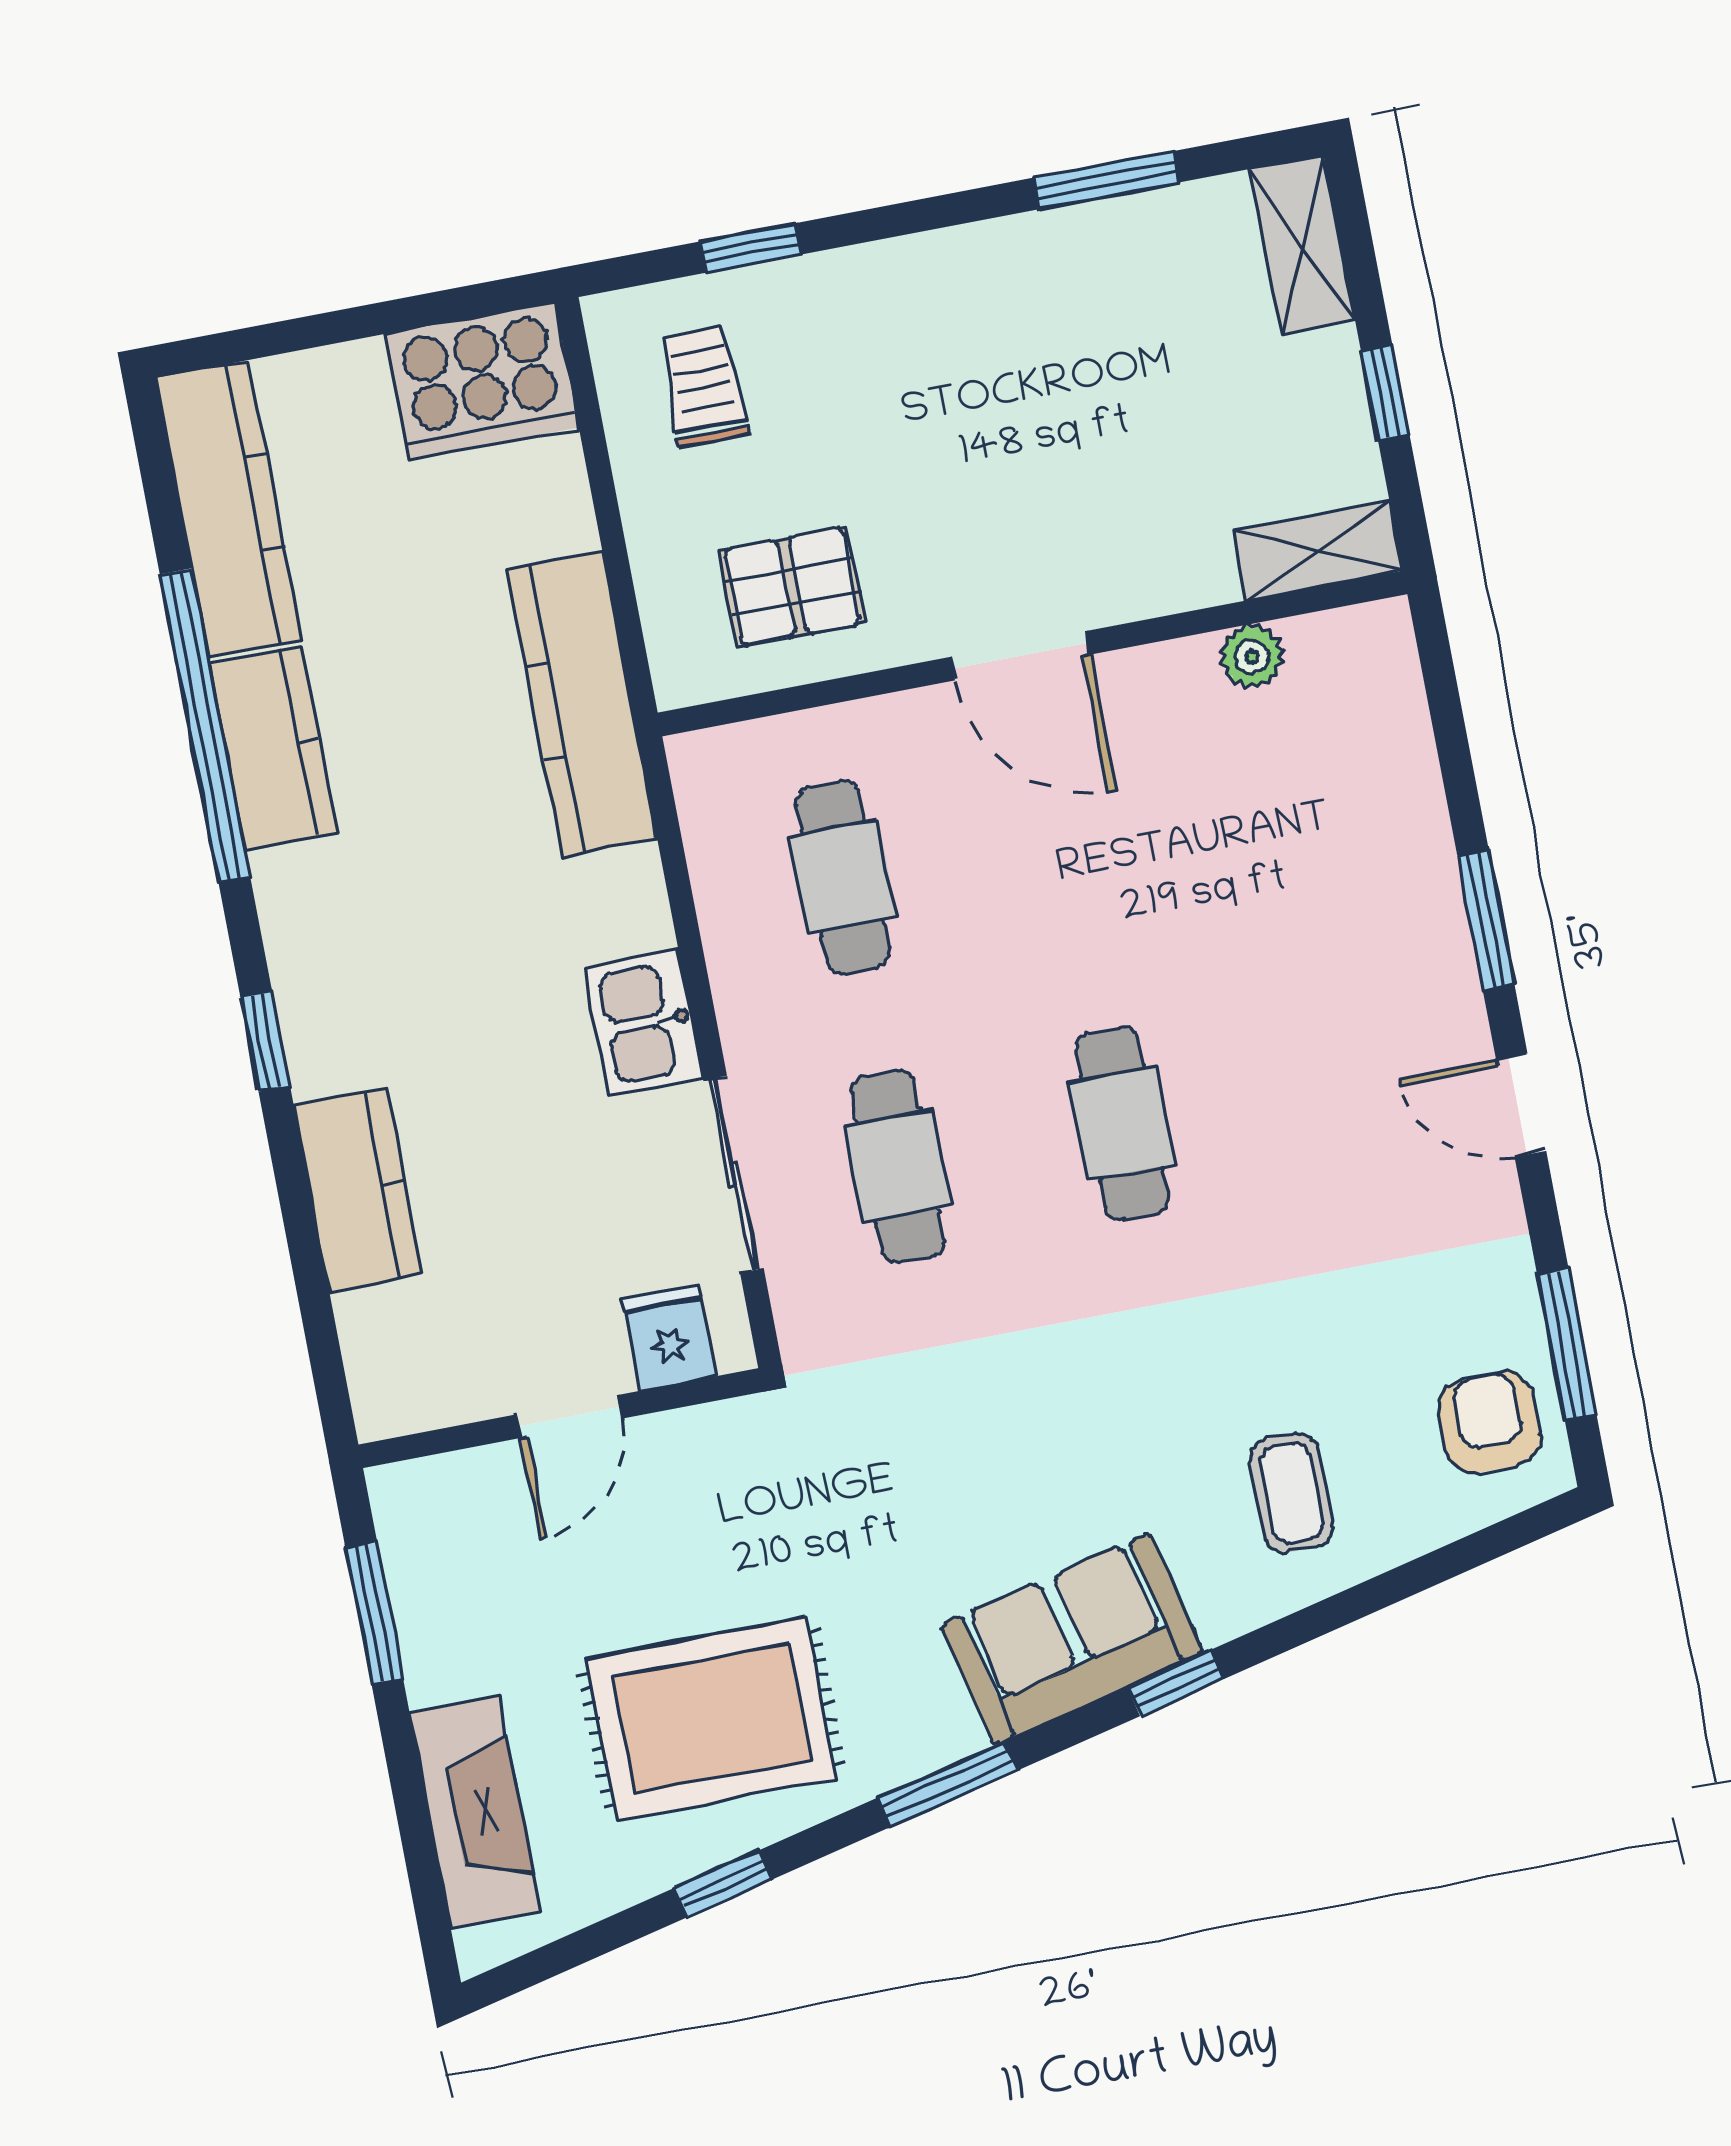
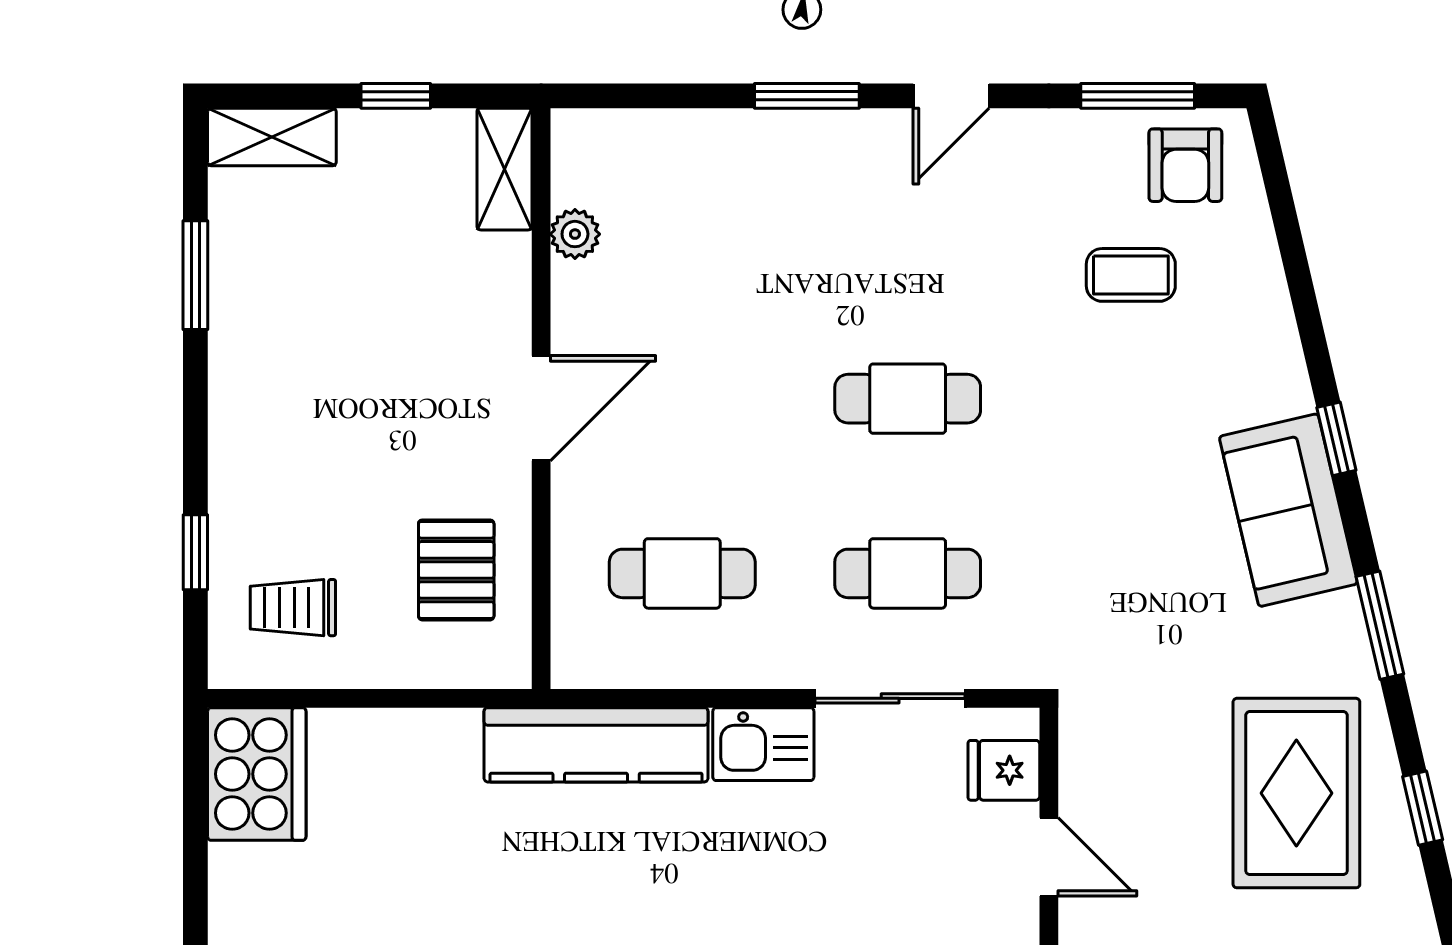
kitchen counter: (582, 704) -> (596, 745), moved
armchair: (1490, 1422) -> (1185, 165), turned -90
coffee table: (1292, 1493) -> (1131, 275), moved

